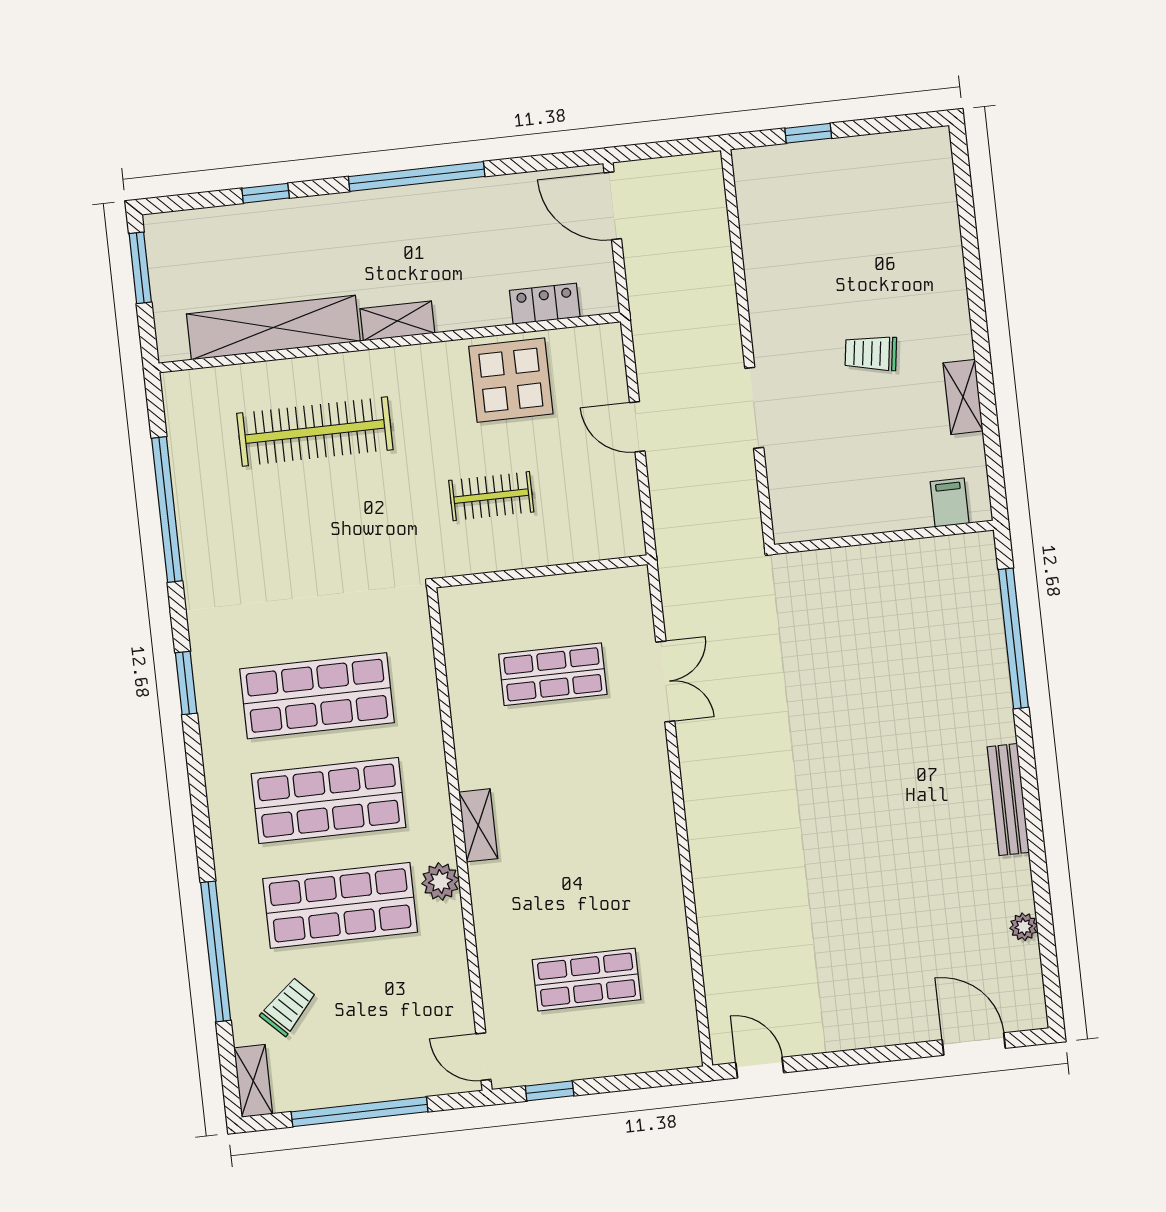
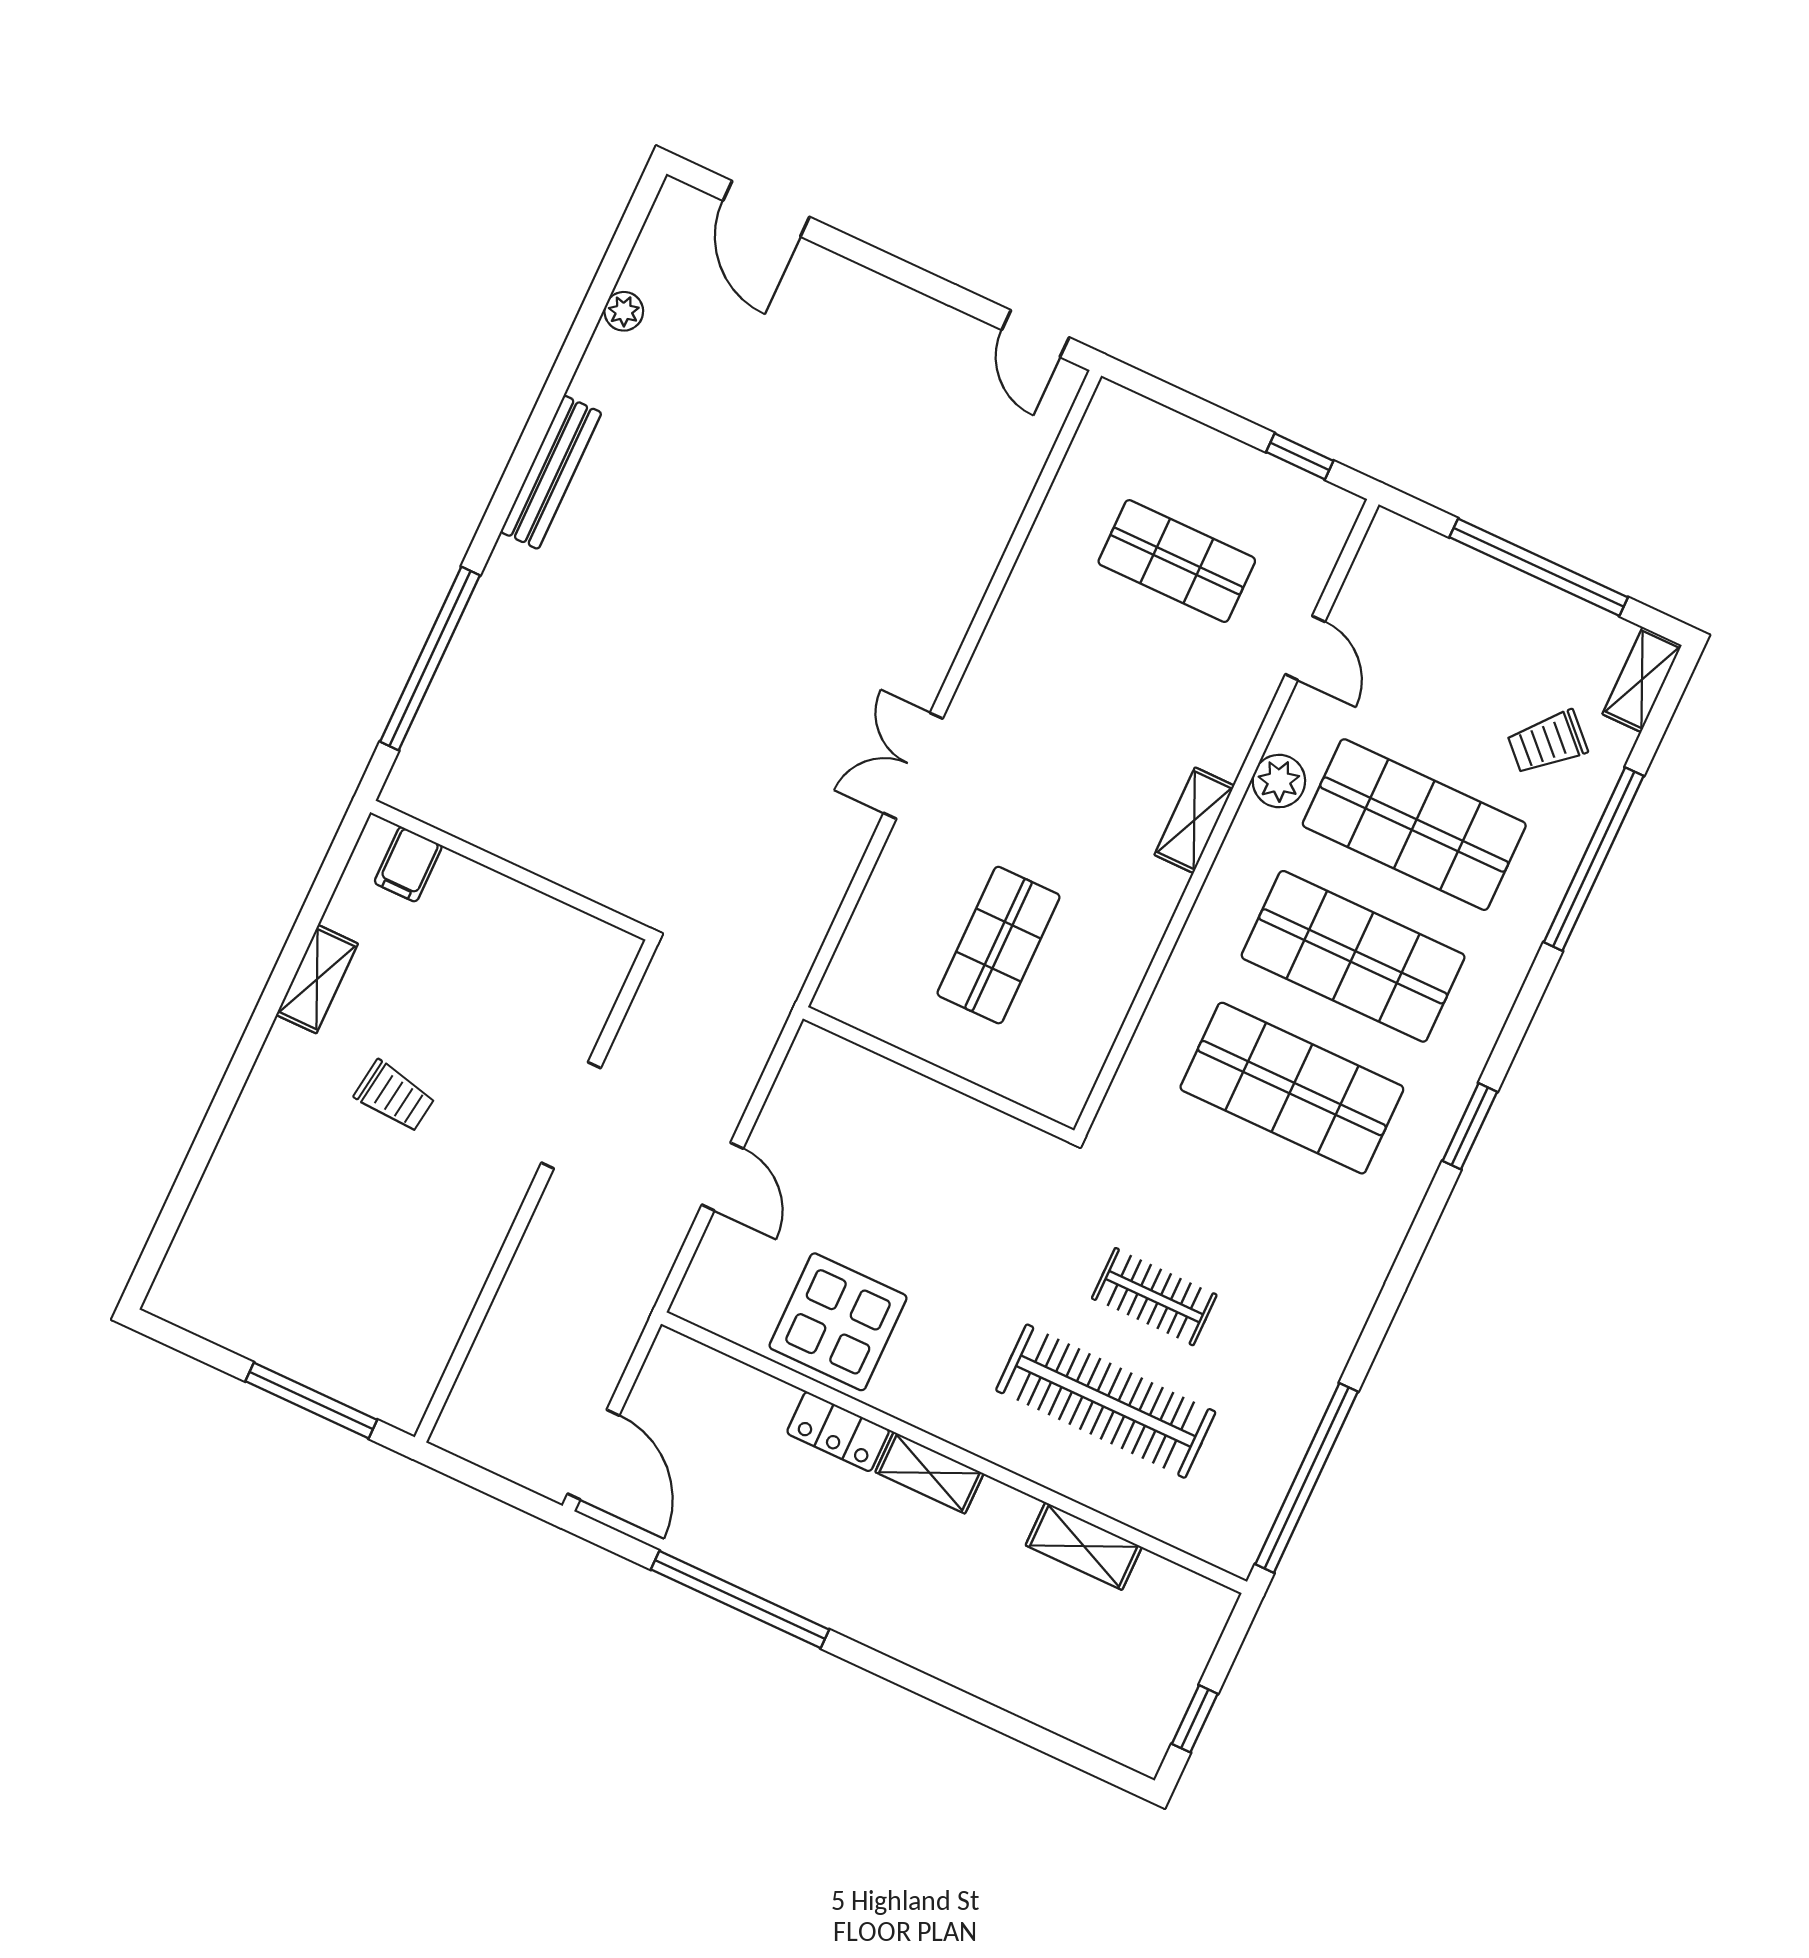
window: (808, 133) -> (311, 1401), width x2.17
window: (417, 176) -> (740, 1600), moved
window: (266, 193) -> (994, 1717), removed
window: (140, 268) -> (1195, 1719), width x0.67
locker: (545, 304) -> (838, 1432), moved
shelving: (273, 328) -> (1084, 1546), width x0.45, depth x0.75
clothes rail: (491, 496) -> (1154, 1297), moved
window: (167, 509) -> (1307, 1478), moved
shop shelf: (553, 674) -> (999, 945), turned 90
double door: (665, 682) -> (913, 766), moved
window: (186, 683) -> (1470, 1126), moved
door: (483, 1057) -> (1305, 648), moved

